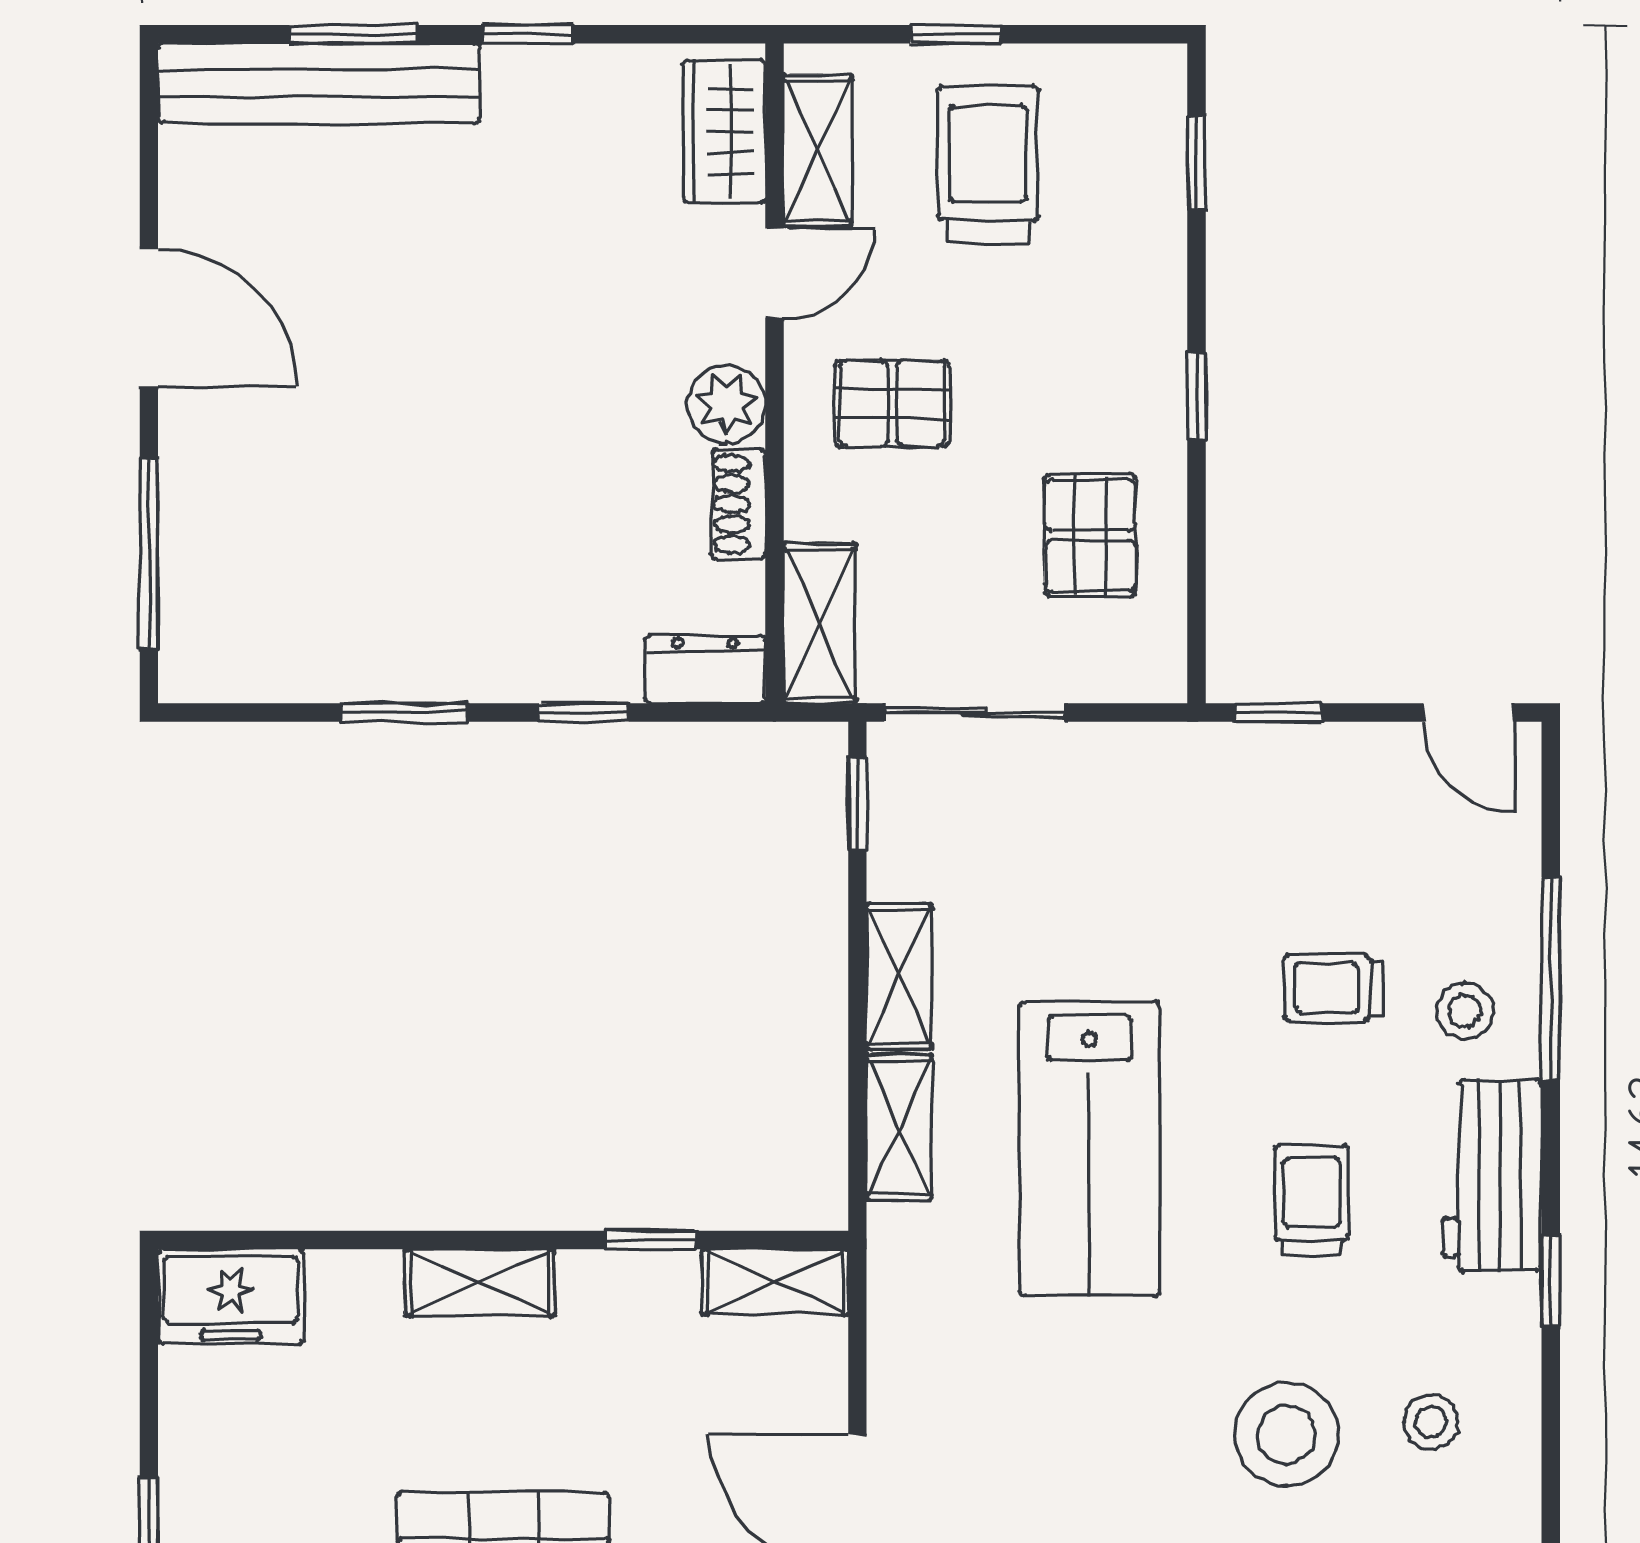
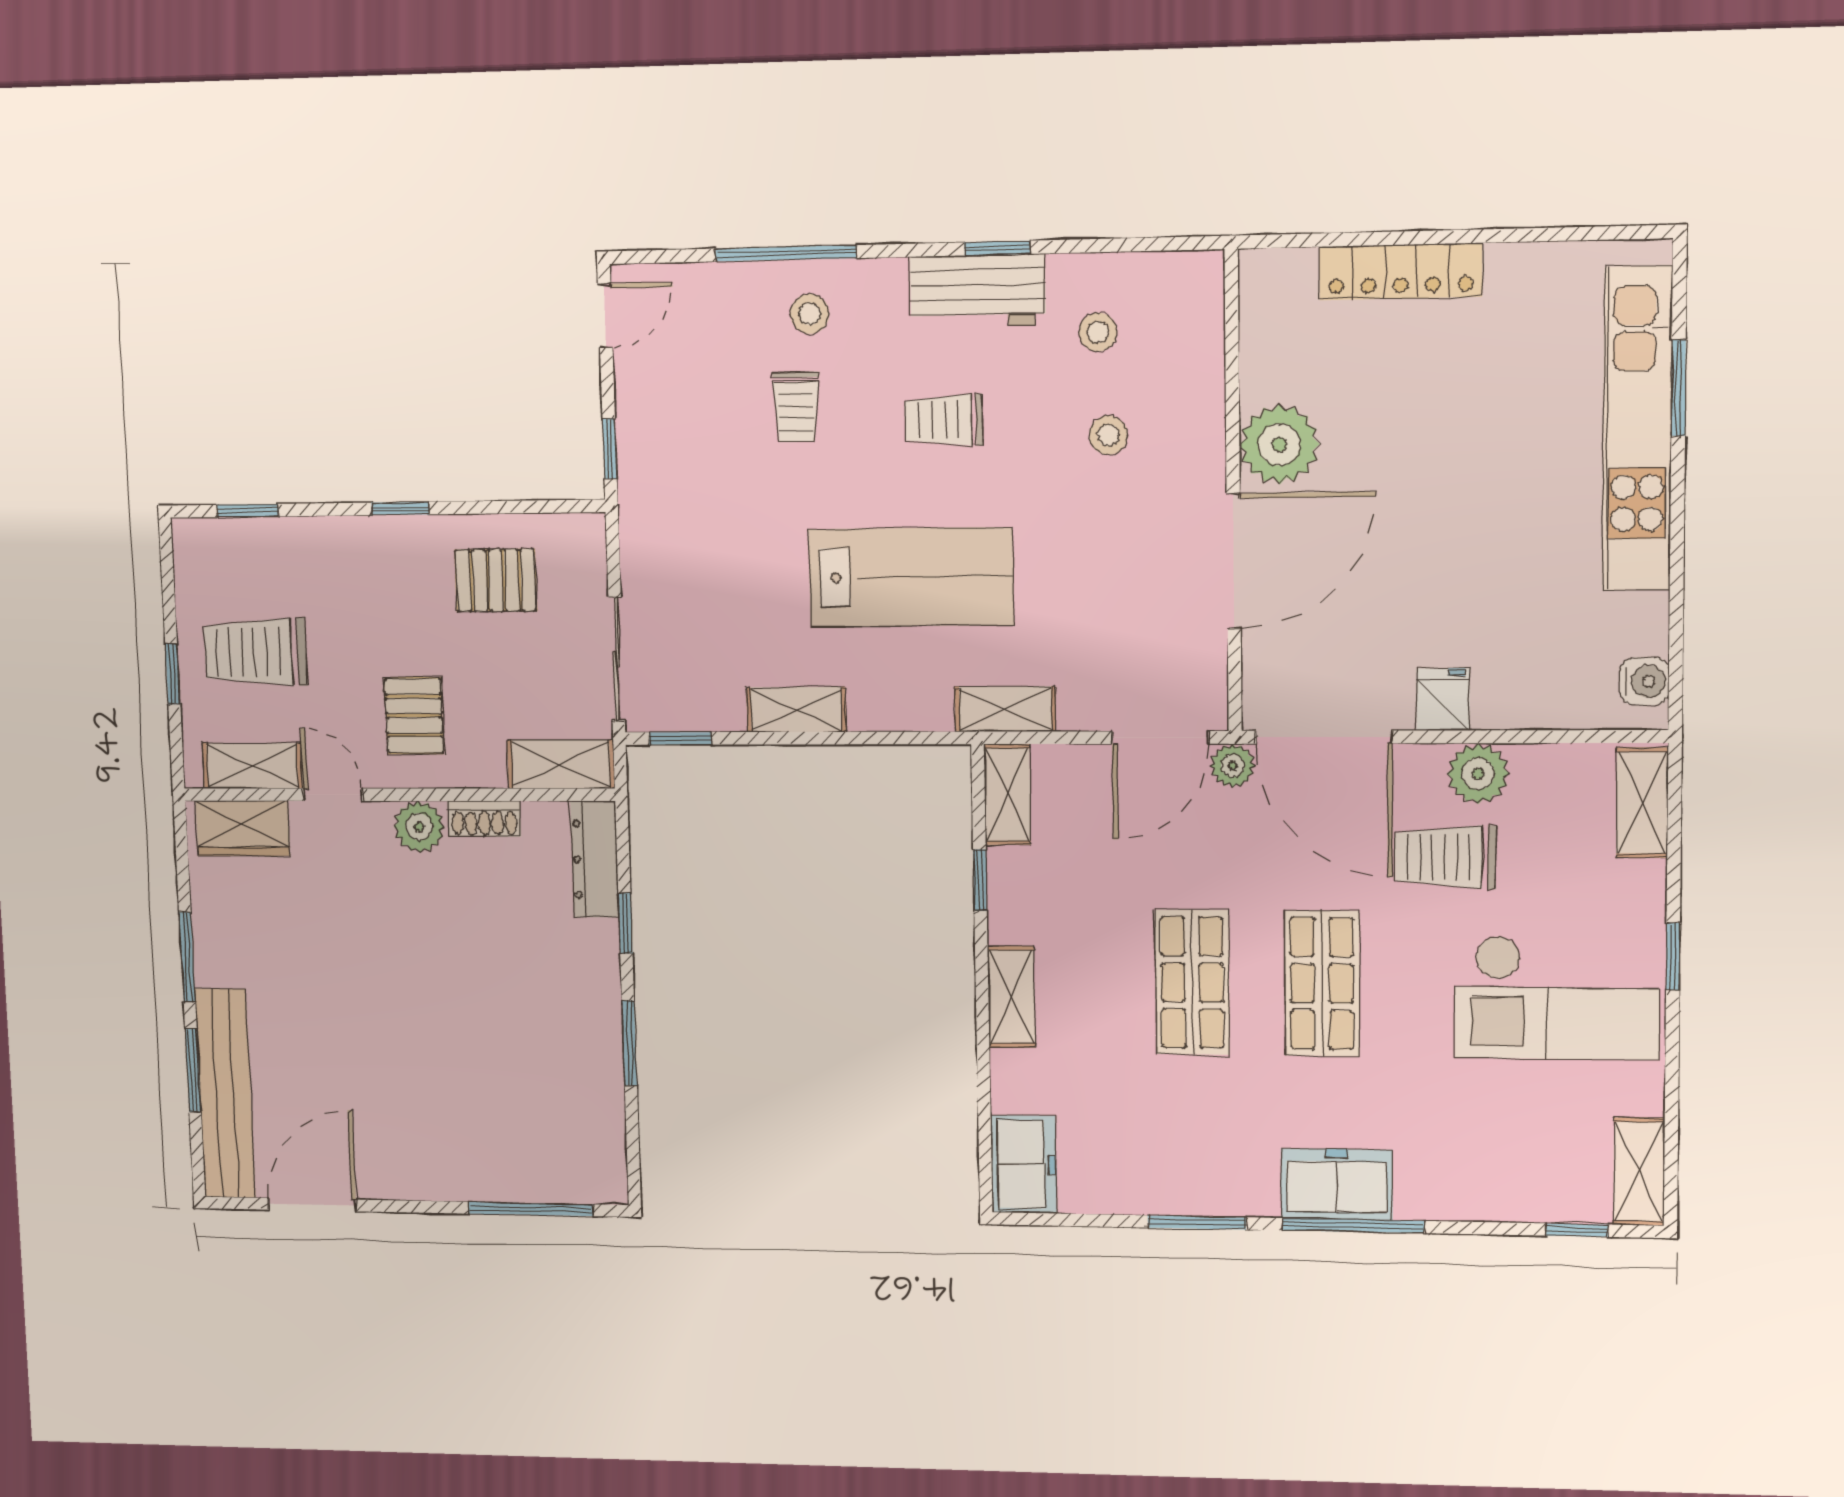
window: (528, 34) -> (187, 957), width x1.50
door: (149, 318) -> (312, 1205), moved
dresser: (705, 670) -> (595, 859), width x1.44
shelving: (899, 1127) -> (1005, 709), moved
workbench: (1492, 1176) -> (978, 291), moved
stool: (1287, 1435) -> (1108, 435), width x0.53, depth x0.53

